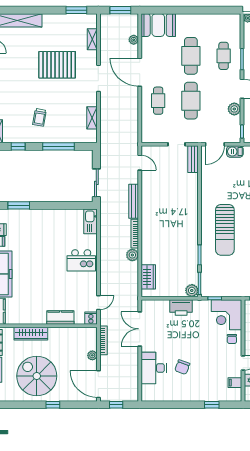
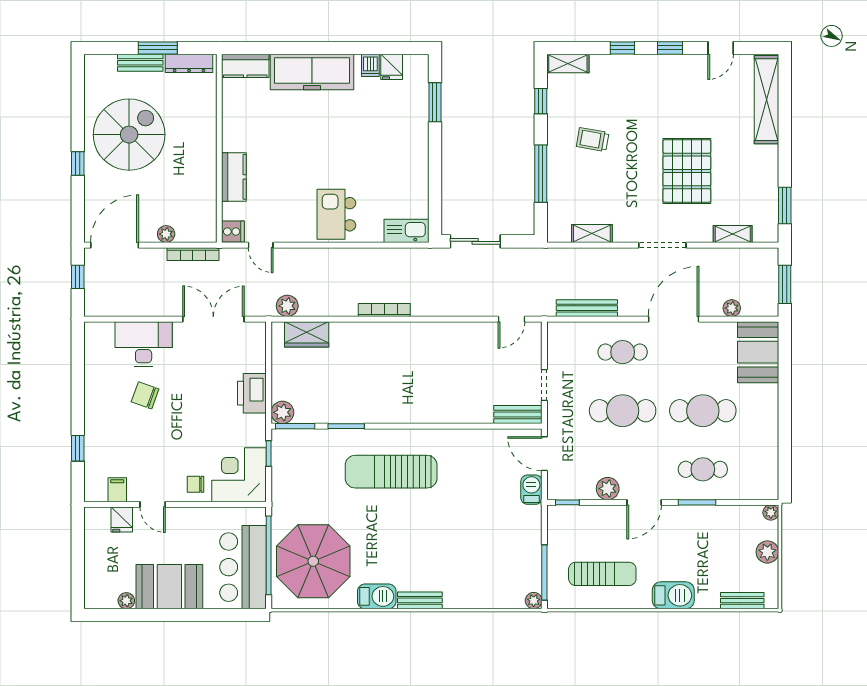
bench: (134, 201) -> (587, 308), moved
plant: (132, 255) -> (287, 306), moved
wardrobe: (31, 334) -> (205, 124), removed

